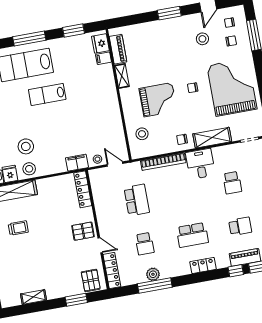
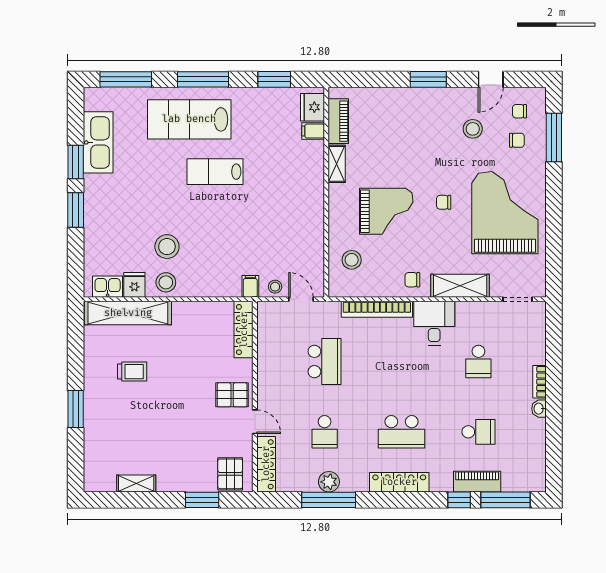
filing cabinet: (77, 163) -> (250, 286), width x0.50
locker: (203, 265) -> (399, 482), width x1.53

